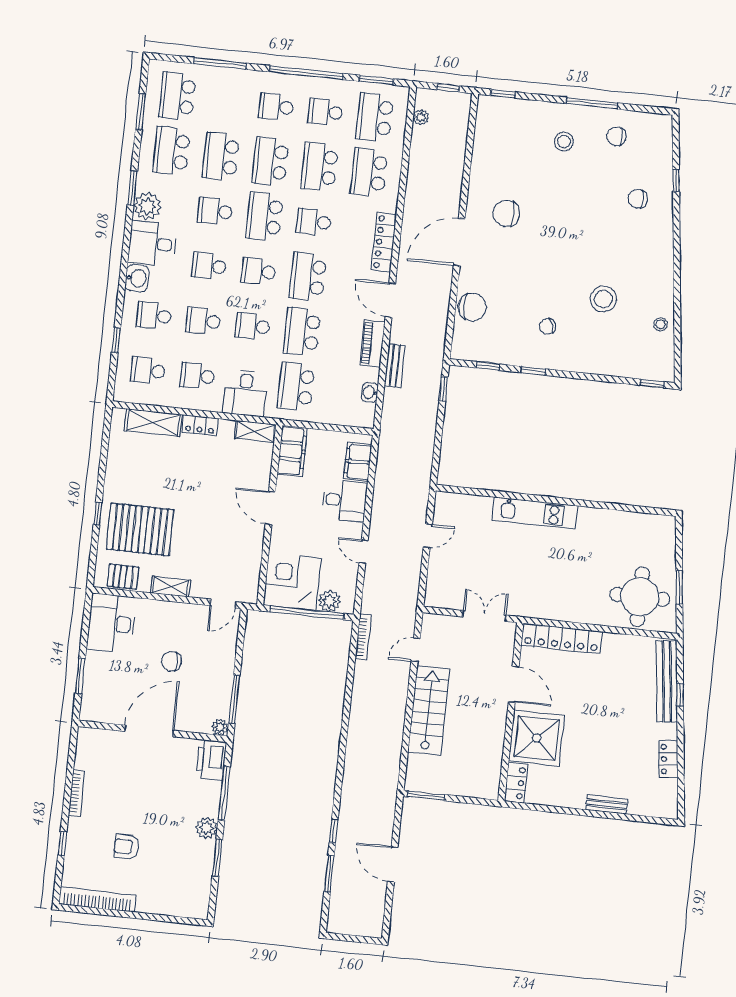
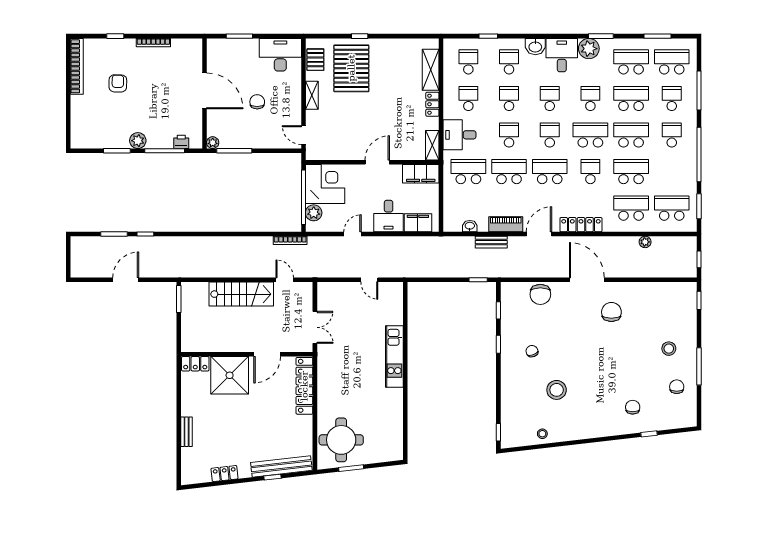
school desk: (325, 112) -> (672, 98), moved
plant: (421, 117) -> (645, 242), moved
printer: (211, 760) -> (181, 142), width x0.53, depth x0.68

